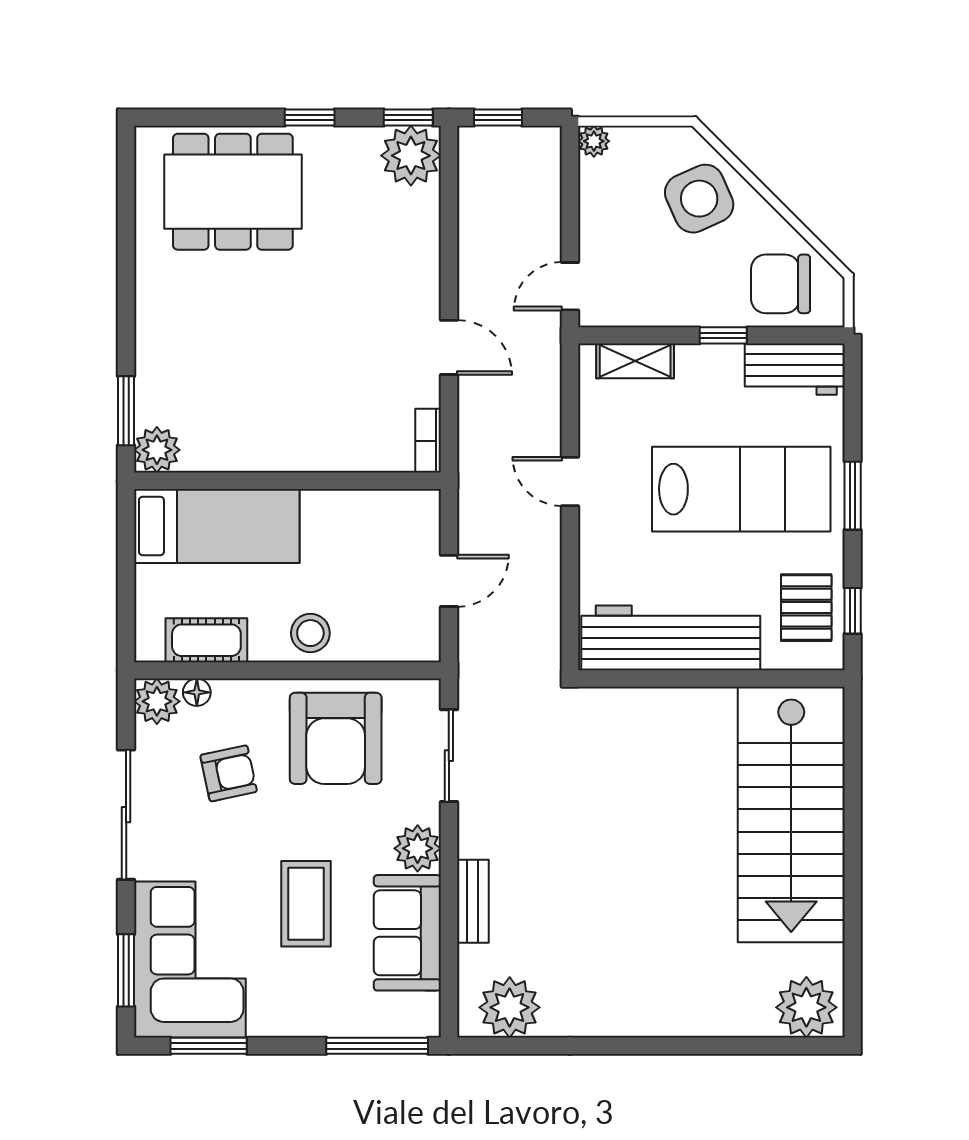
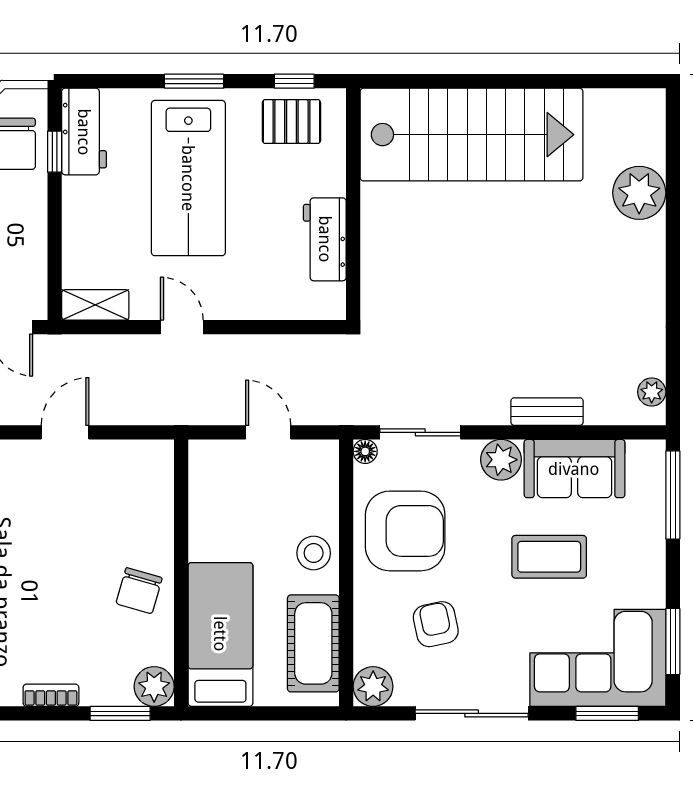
window: (723, 335) -> (55, 152), moved
shelving: (635, 361) -> (95, 305), moved, turned 90
chair: (267, 432) -> (139, 591), added
bookcase: (428, 441) -> (51, 695), moved, turned 180
door: (570, 482) -> (182, 327), swing flipped
lab bench: (741, 489) -> (188, 178), turned 180
workbench: (671, 638) -> (325, 239), width x0.53, depth x0.76
cot: (206, 640) -> (313, 643), width x1.37, depth x1.34
floor lamp: (197, 692) -> (365, 451), moved
plant: (510, 1007) -> (652, 392), width x0.53, depth x0.53
plant: (806, 1007) -> (639, 193), moved

